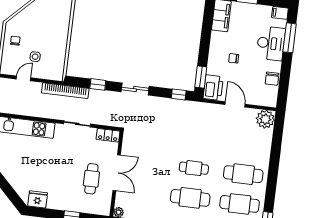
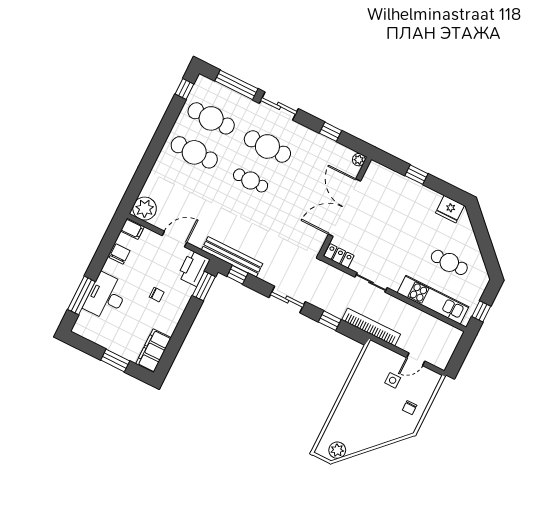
filing cabinet: (280, 13) -> (132, 229), moved
door: (235, 104) -> (174, 239), swing flipped
bench: (187, 106) -> (232, 257), added
double door: (117, 173) -> (344, 208), width x1.36
cafe table: (91, 179) -> (449, 262), moved, turned 90

